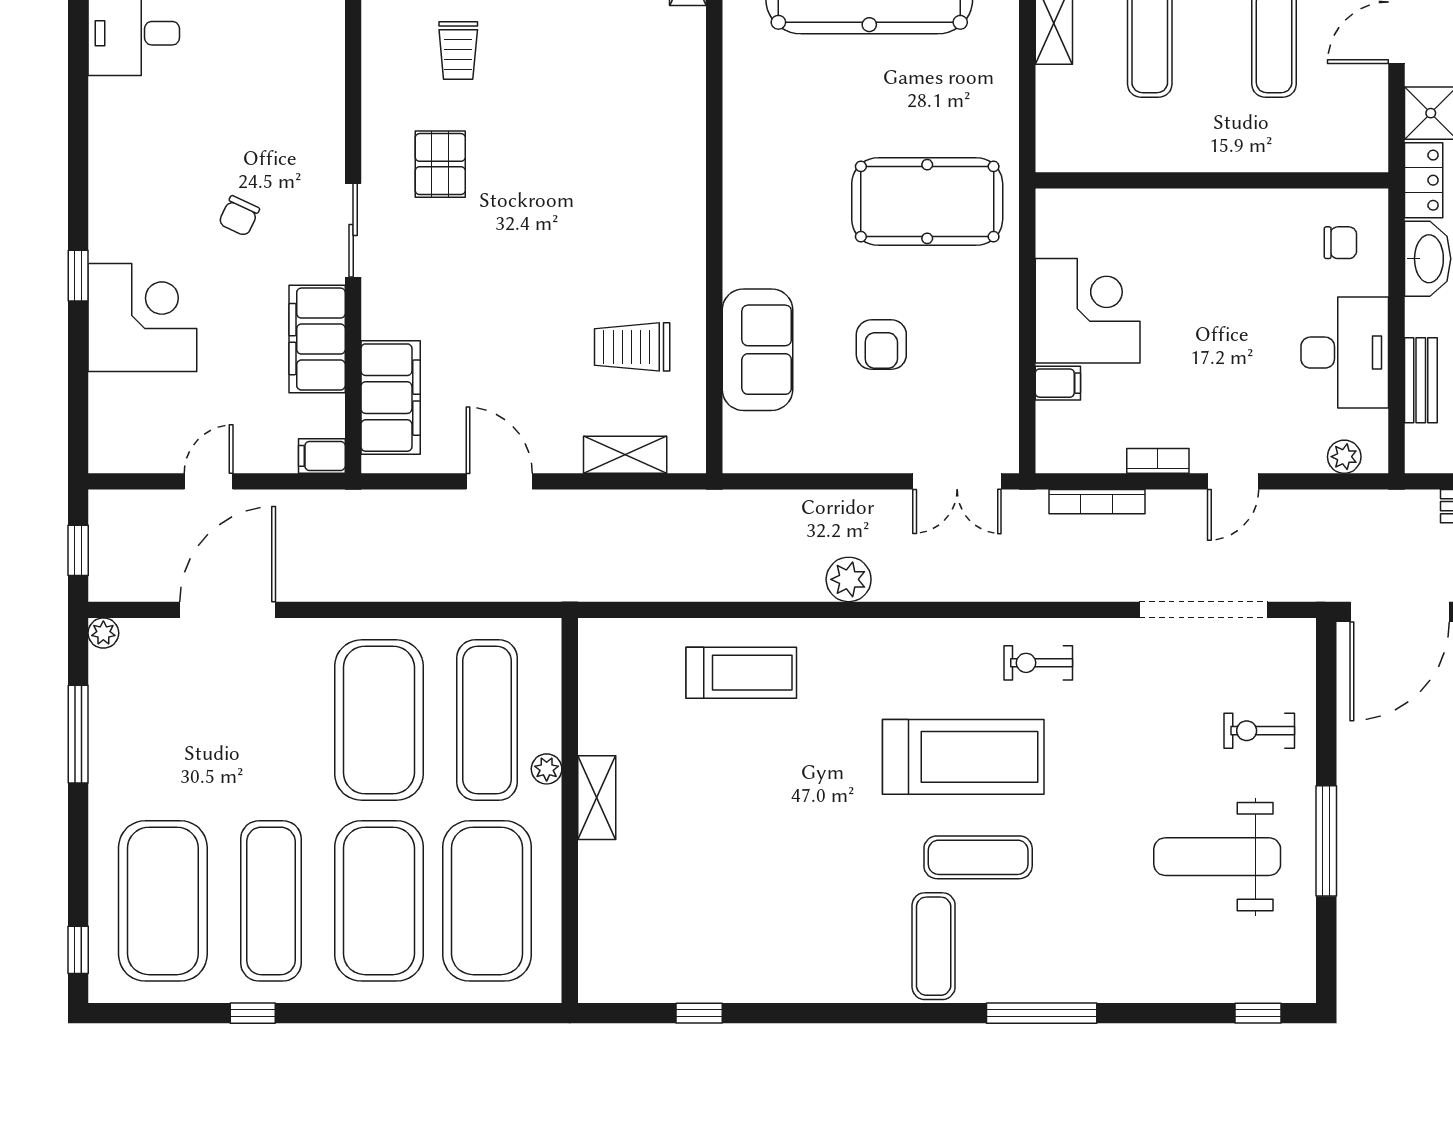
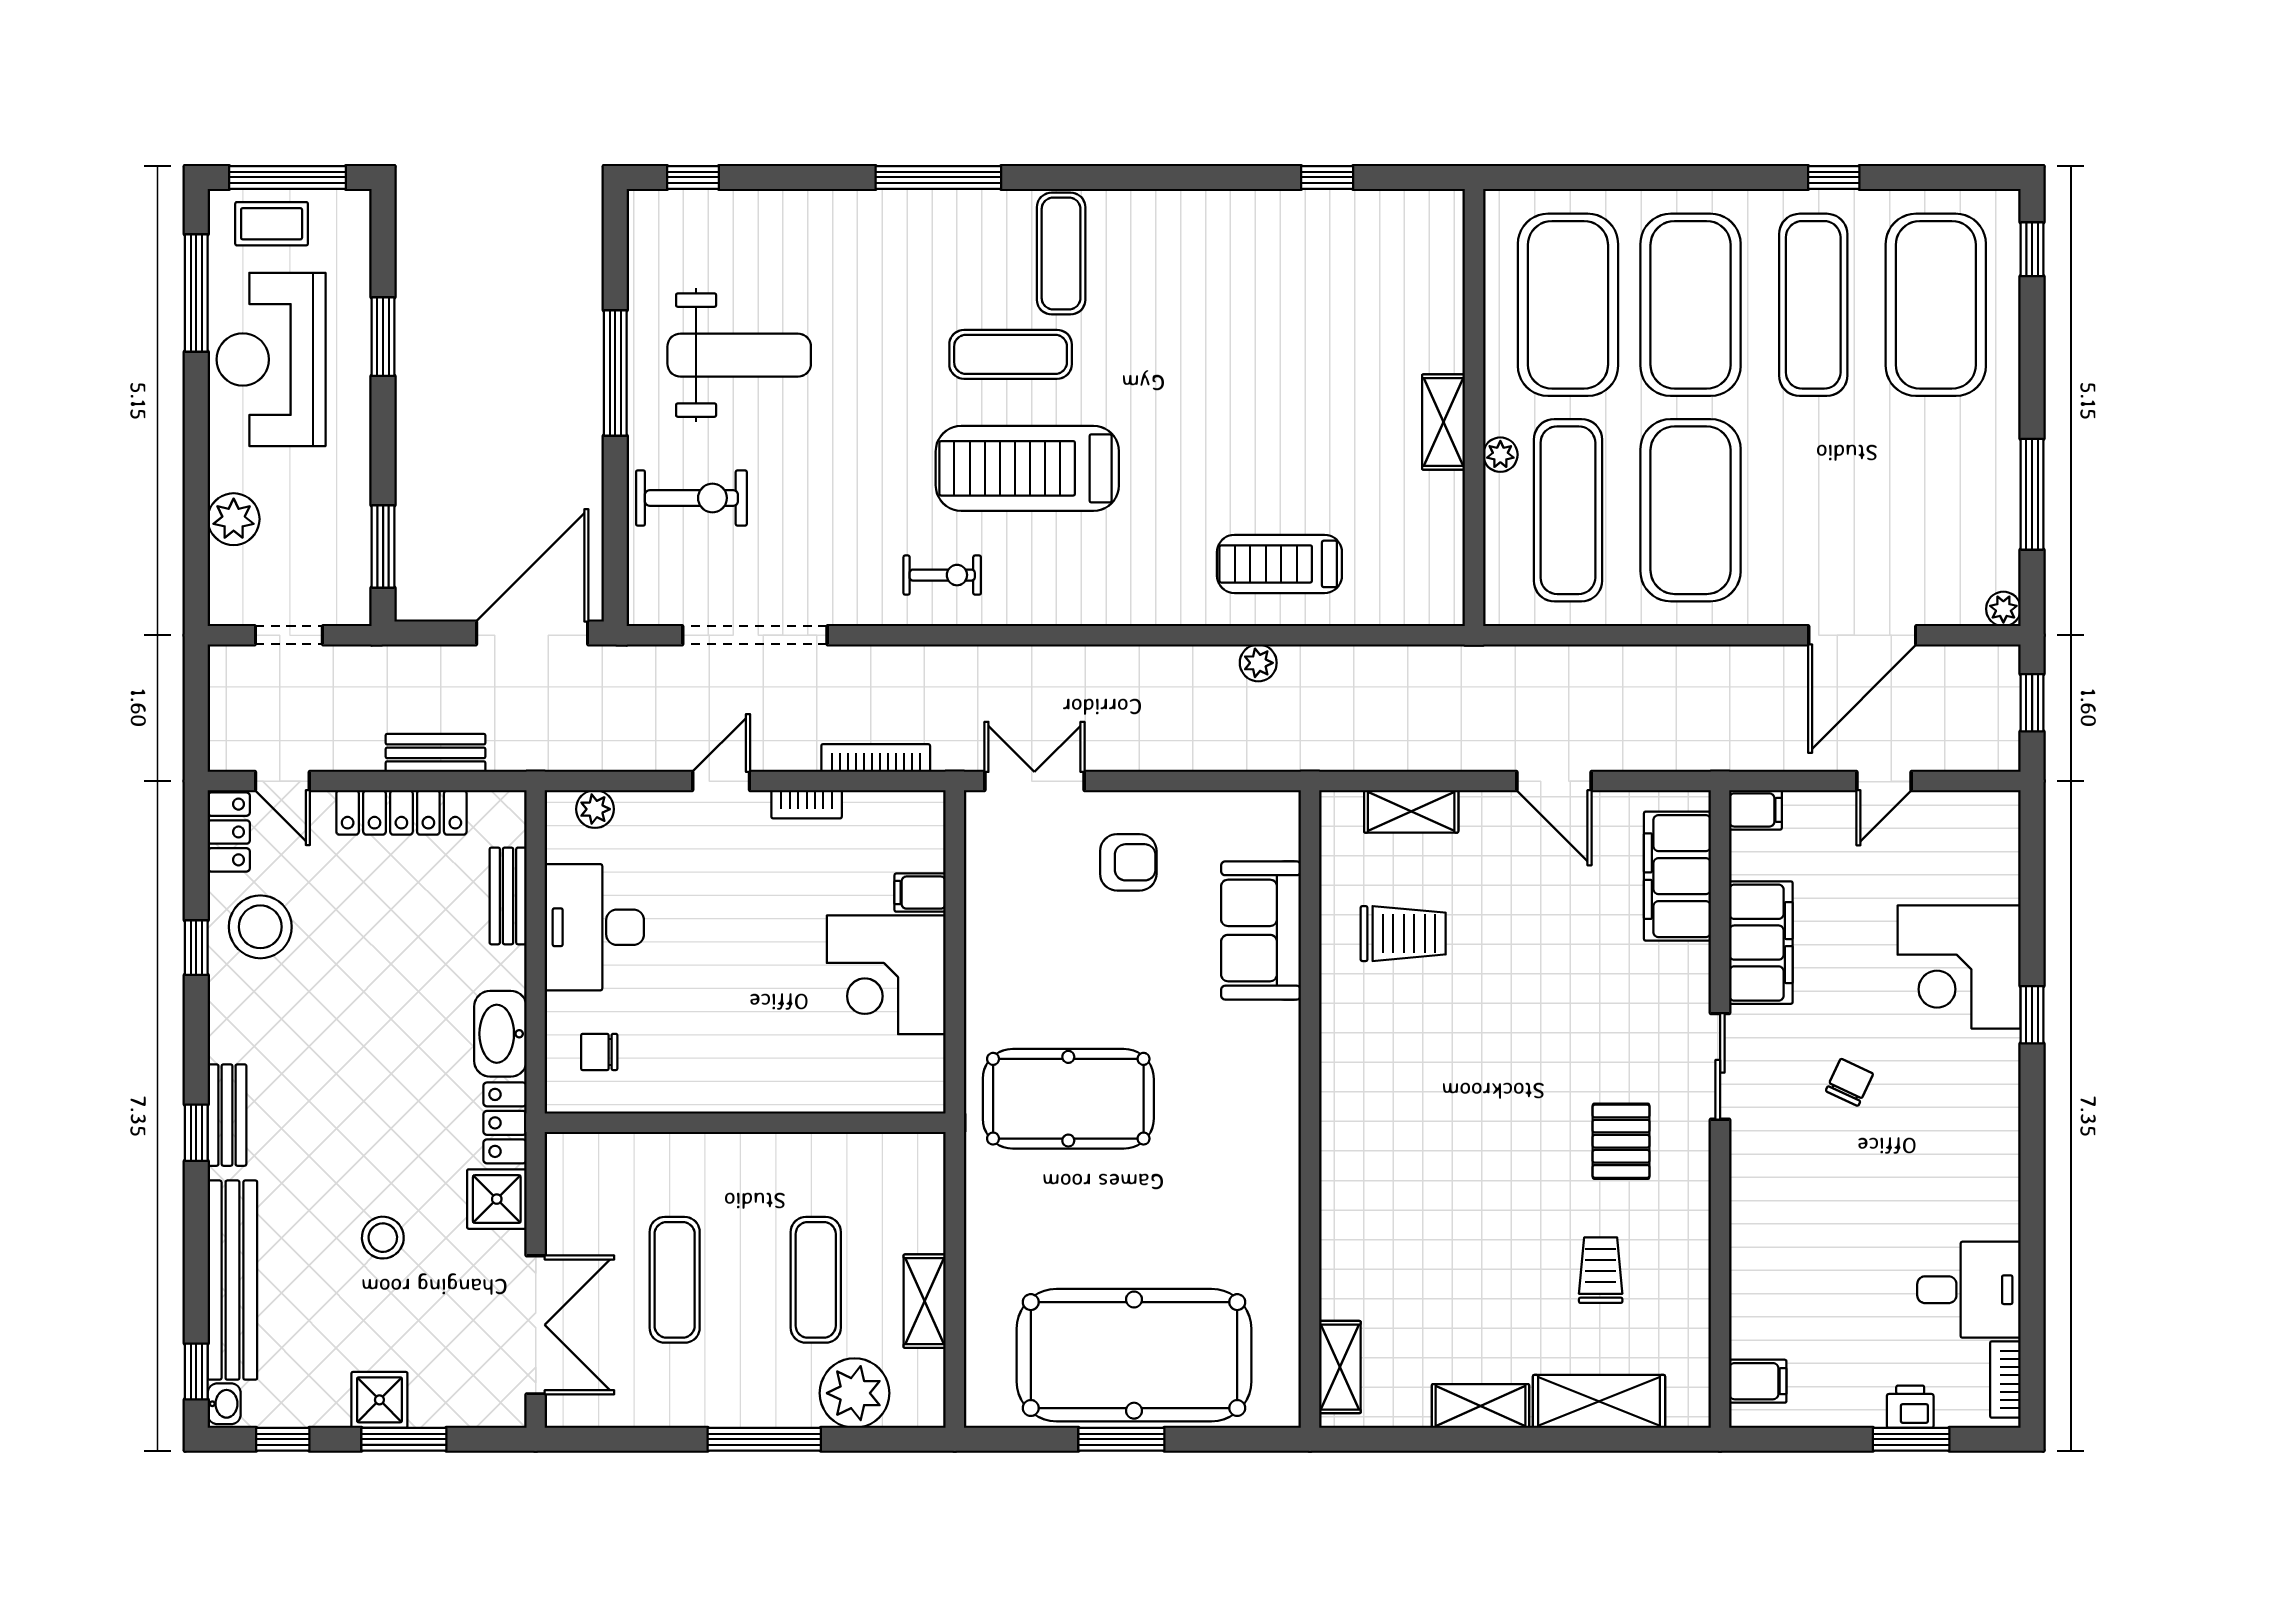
armchair: (881, 345) -> (1128, 862), moved, turned 90
plant: (849, 579) -> (1258, 663), moved, width x0.73, depth x0.73
exercise bike: (1259, 731) -> (691, 498), width x1.38, depth x1.39

